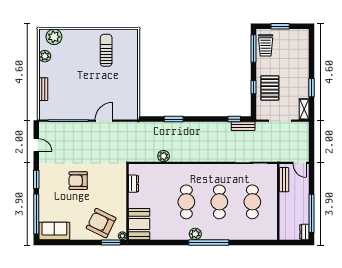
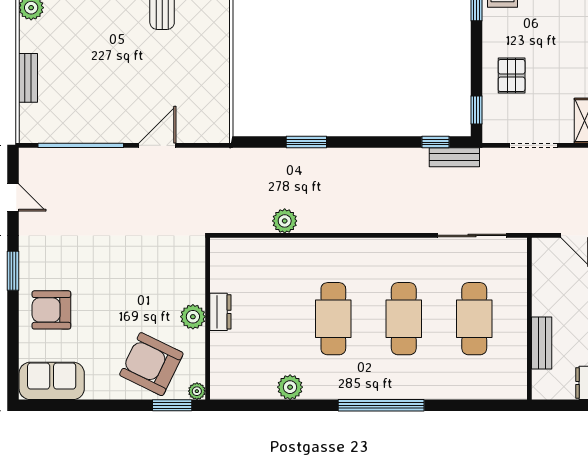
window: (253, 87) -> (477, 110), moved
pallet: (270, 88) -> (512, 76), width x0.67, depth x0.71
bench: (284, 180) -> (542, 343), moved
armchair: (78, 181) -> (51, 310), moved
dresser: (133, 184) -> (220, 312), moved
plant: (121, 201) -> (193, 317), added
window: (36, 214) -> (13, 345), removed
booth: (139, 224) -> (232, 366), removed
plant: (195, 234) -> (290, 387), moved

